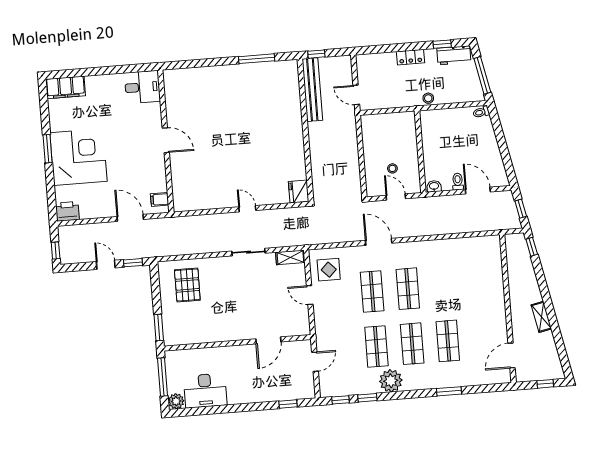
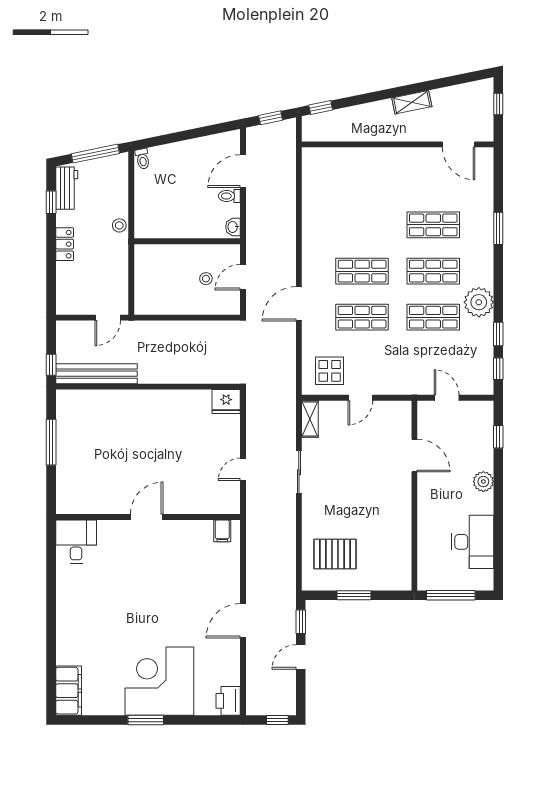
desk: (142, 87) -> (76, 542), moved
door: (166, 140) -> (147, 517), moved
wall: (166, 141) -> (148, 517), moved
filing cabinet: (160, 199) -> (222, 531), moved
window: (159, 328) -> (354, 595), moved
plant: (176, 401) -> (483, 482), moved

